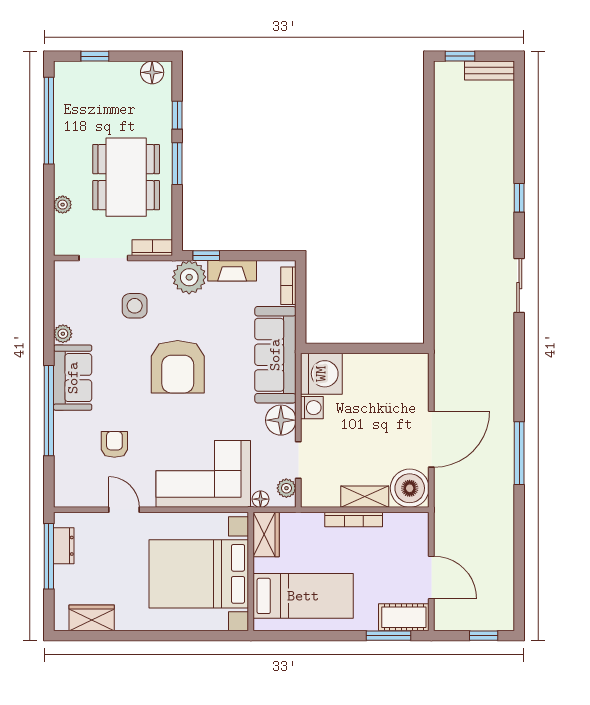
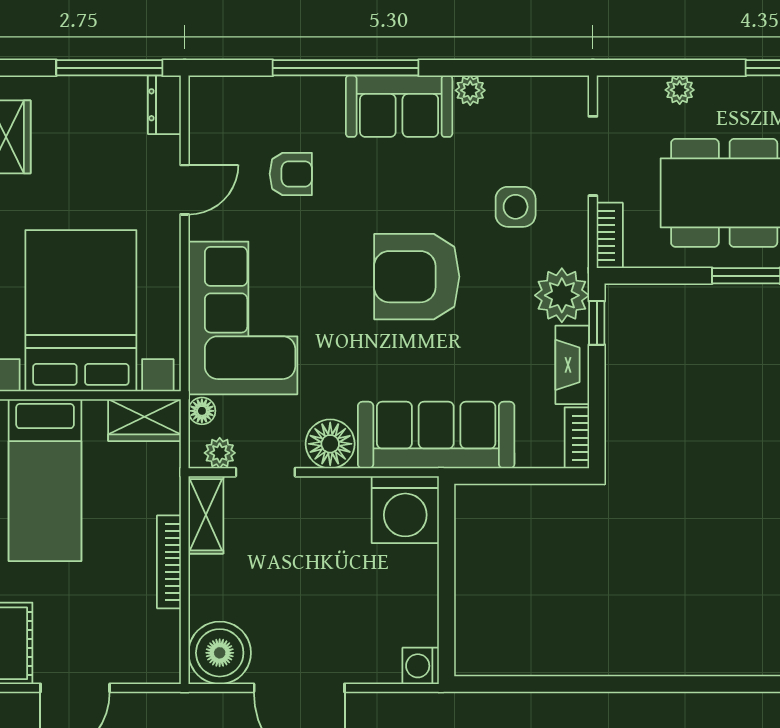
bookcase: (288, 286) -> (577, 438), moved, turned -90
washing machine: (312, 408) -> (421, 666), moved, turned 90
shelving: (365, 497) -> (206, 515), moved
dresser: (64, 546) -> (164, 105), moved, turned 90

